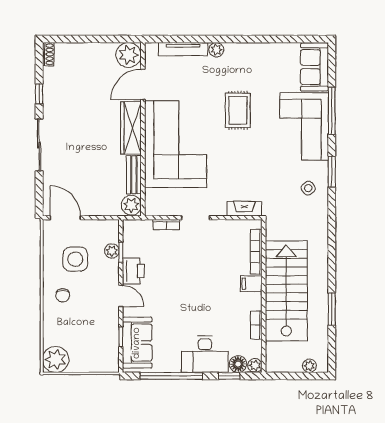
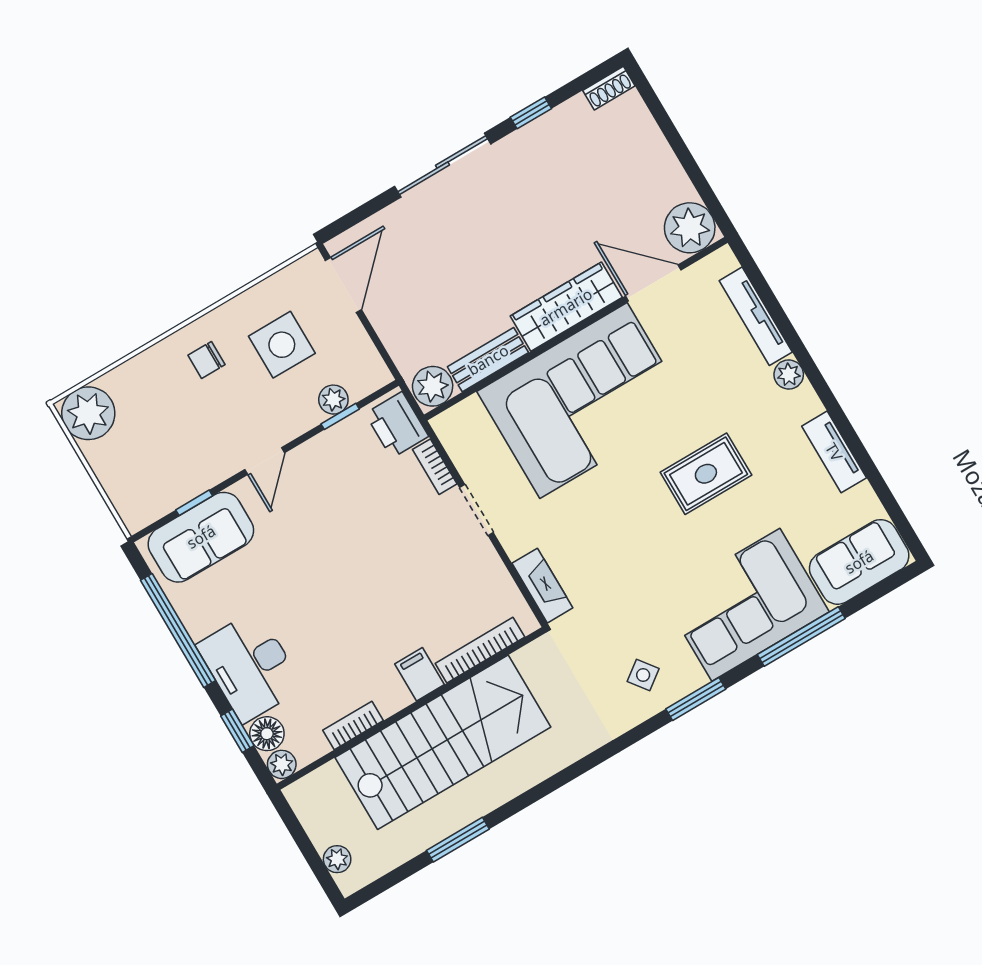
tv unit: (261, 50) -> (834, 452), added
printer: (133, 271) -> (397, 425), moved, turned 90

